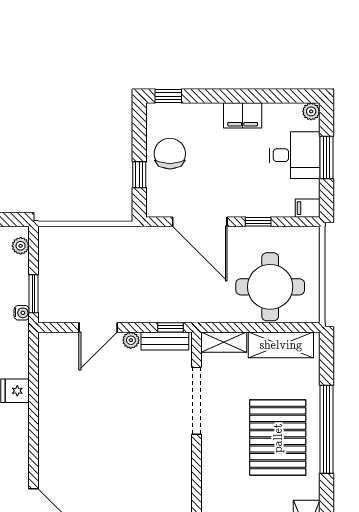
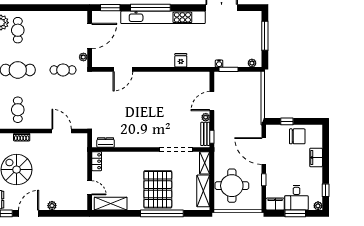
window: (168, 96) -> (326, 190), moved
filing cabinet: (243, 115) -> (316, 157), moved
filing cabinet: (308, 208) -> (275, 204), width x2.00
door: (200, 222) -> (264, 151), hinge flipped
door: (98, 327) -> (212, 101), hinge flipped
pallet: (278, 438) -> (158, 189), turned 90

